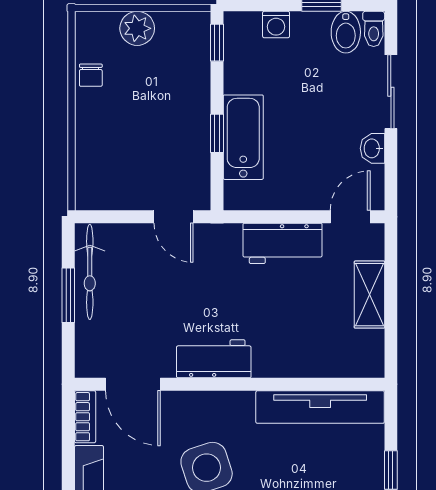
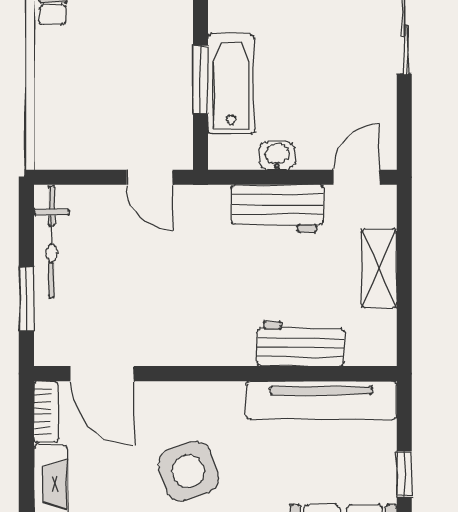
window: (217, 133) -> (200, 80), width x1.50
washbasin: (372, 148) -> (277, 156), moved, turned 90
window: (68, 295) -> (26, 299), moved
workbench: (214, 359) -> (300, 344), moved

